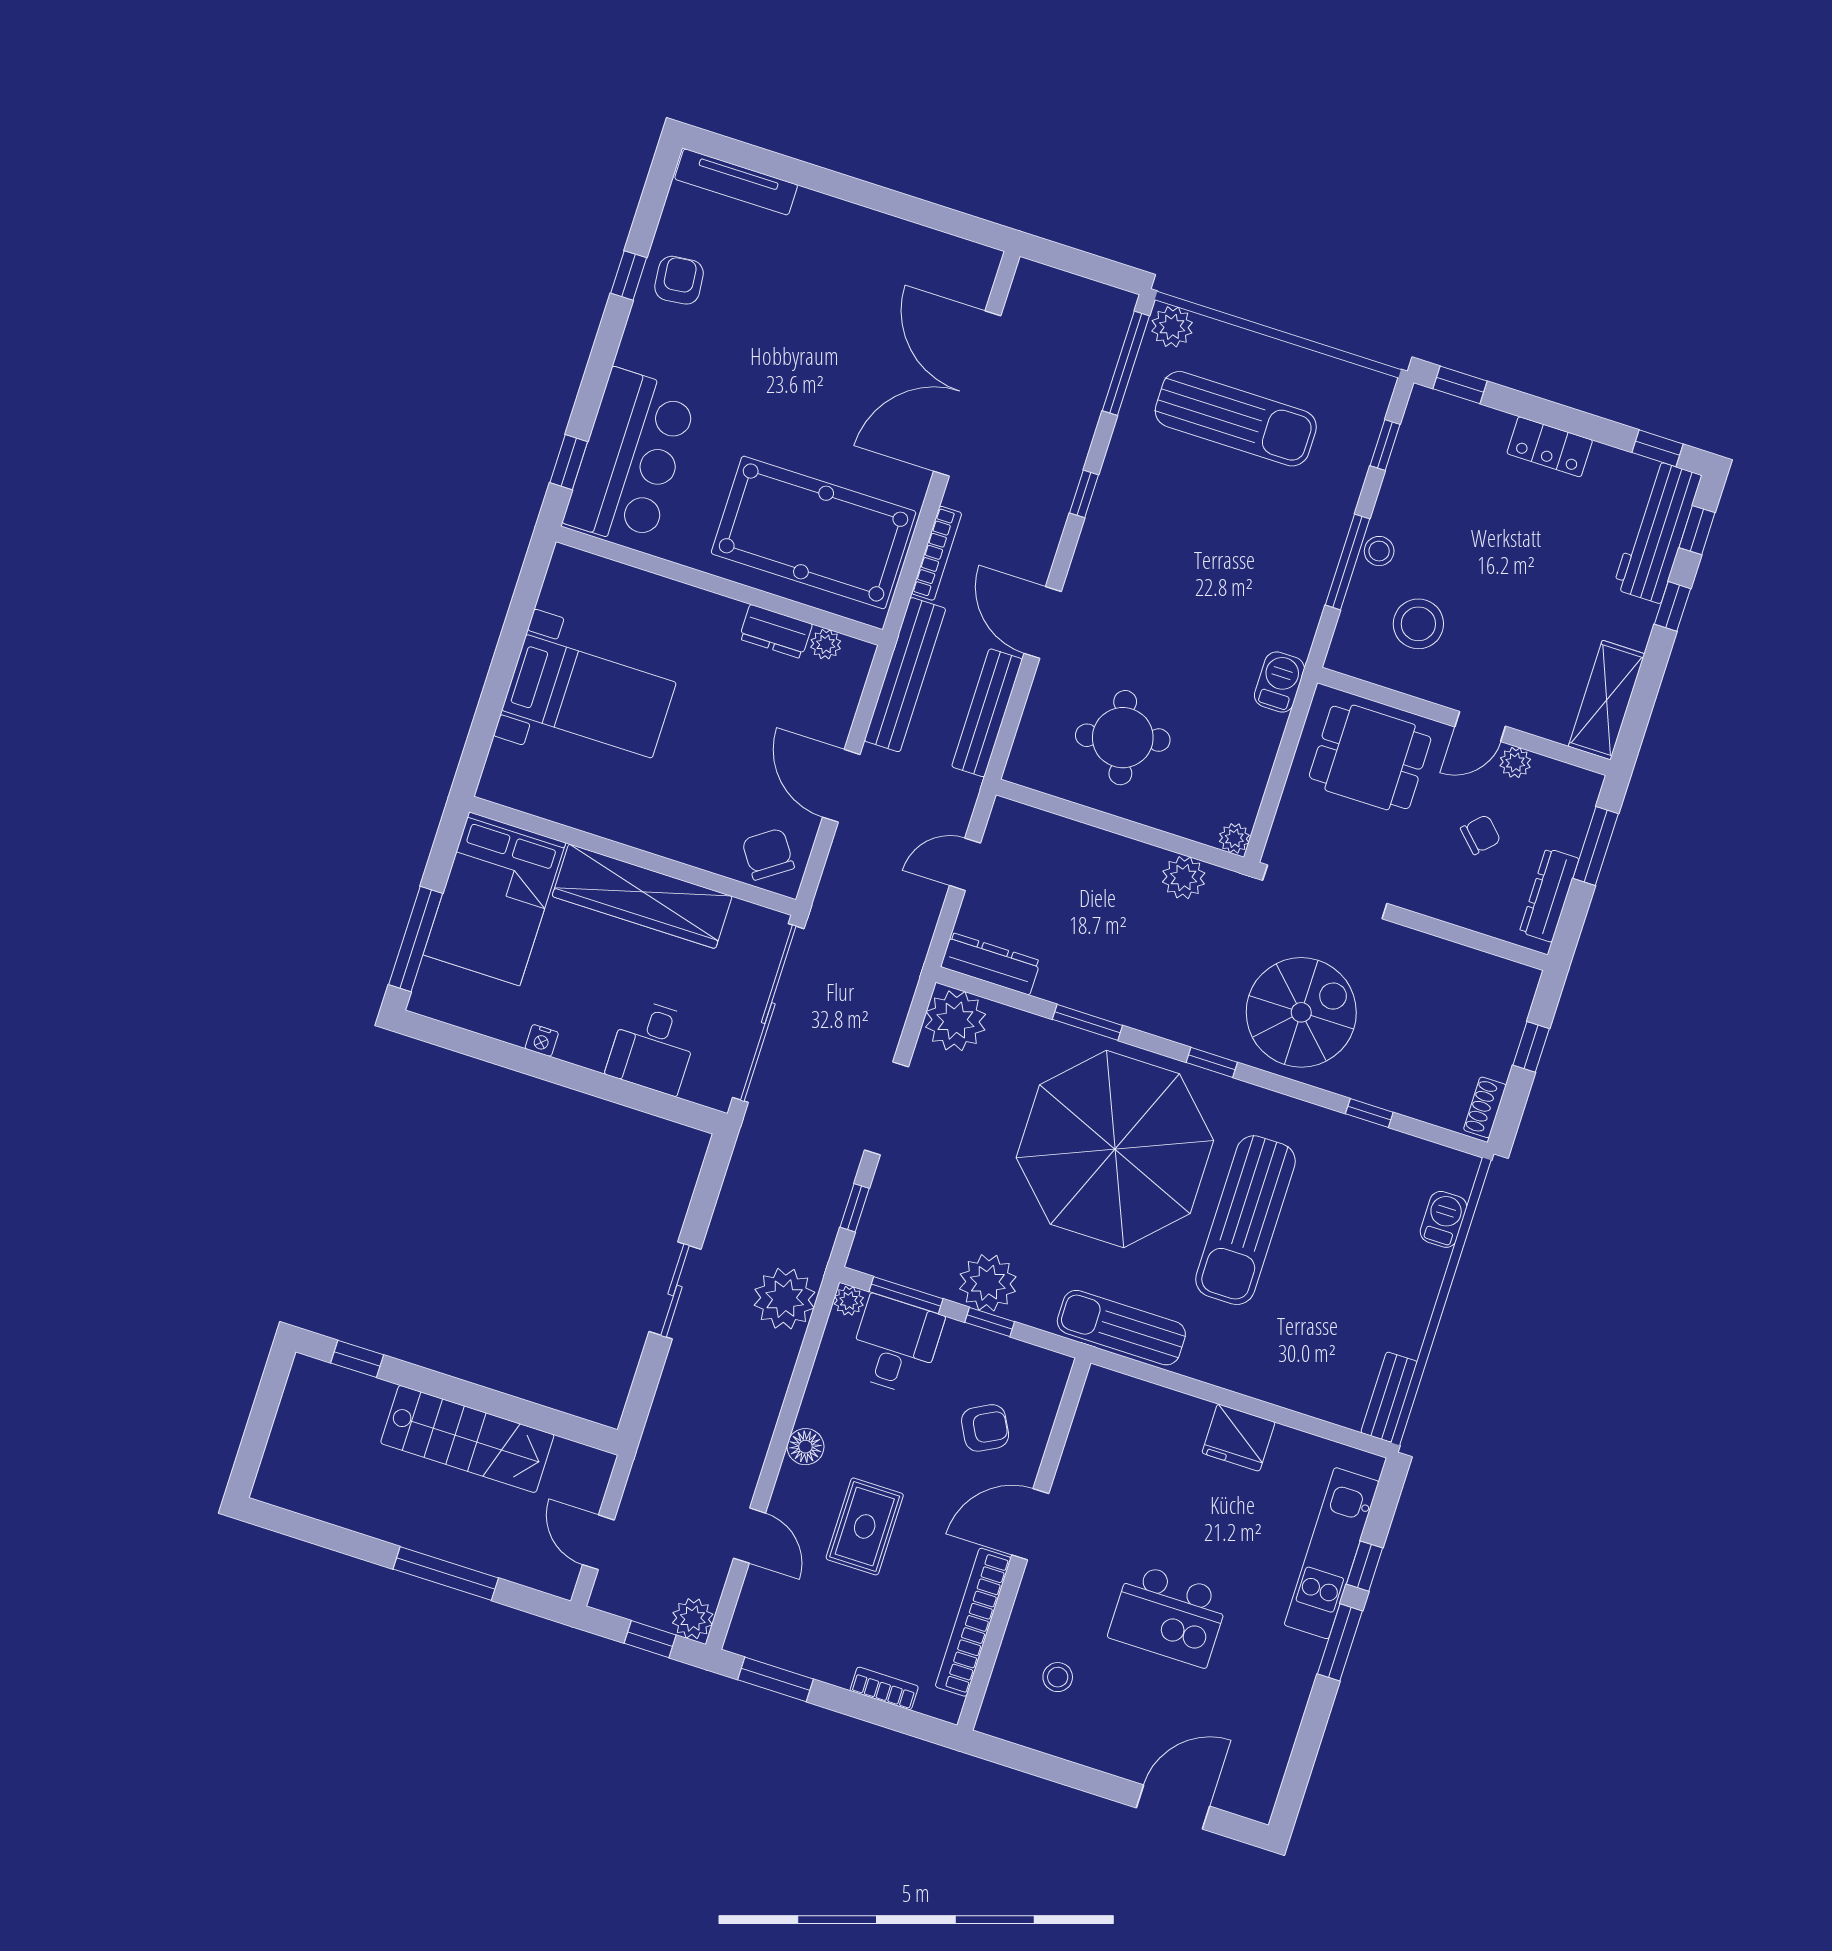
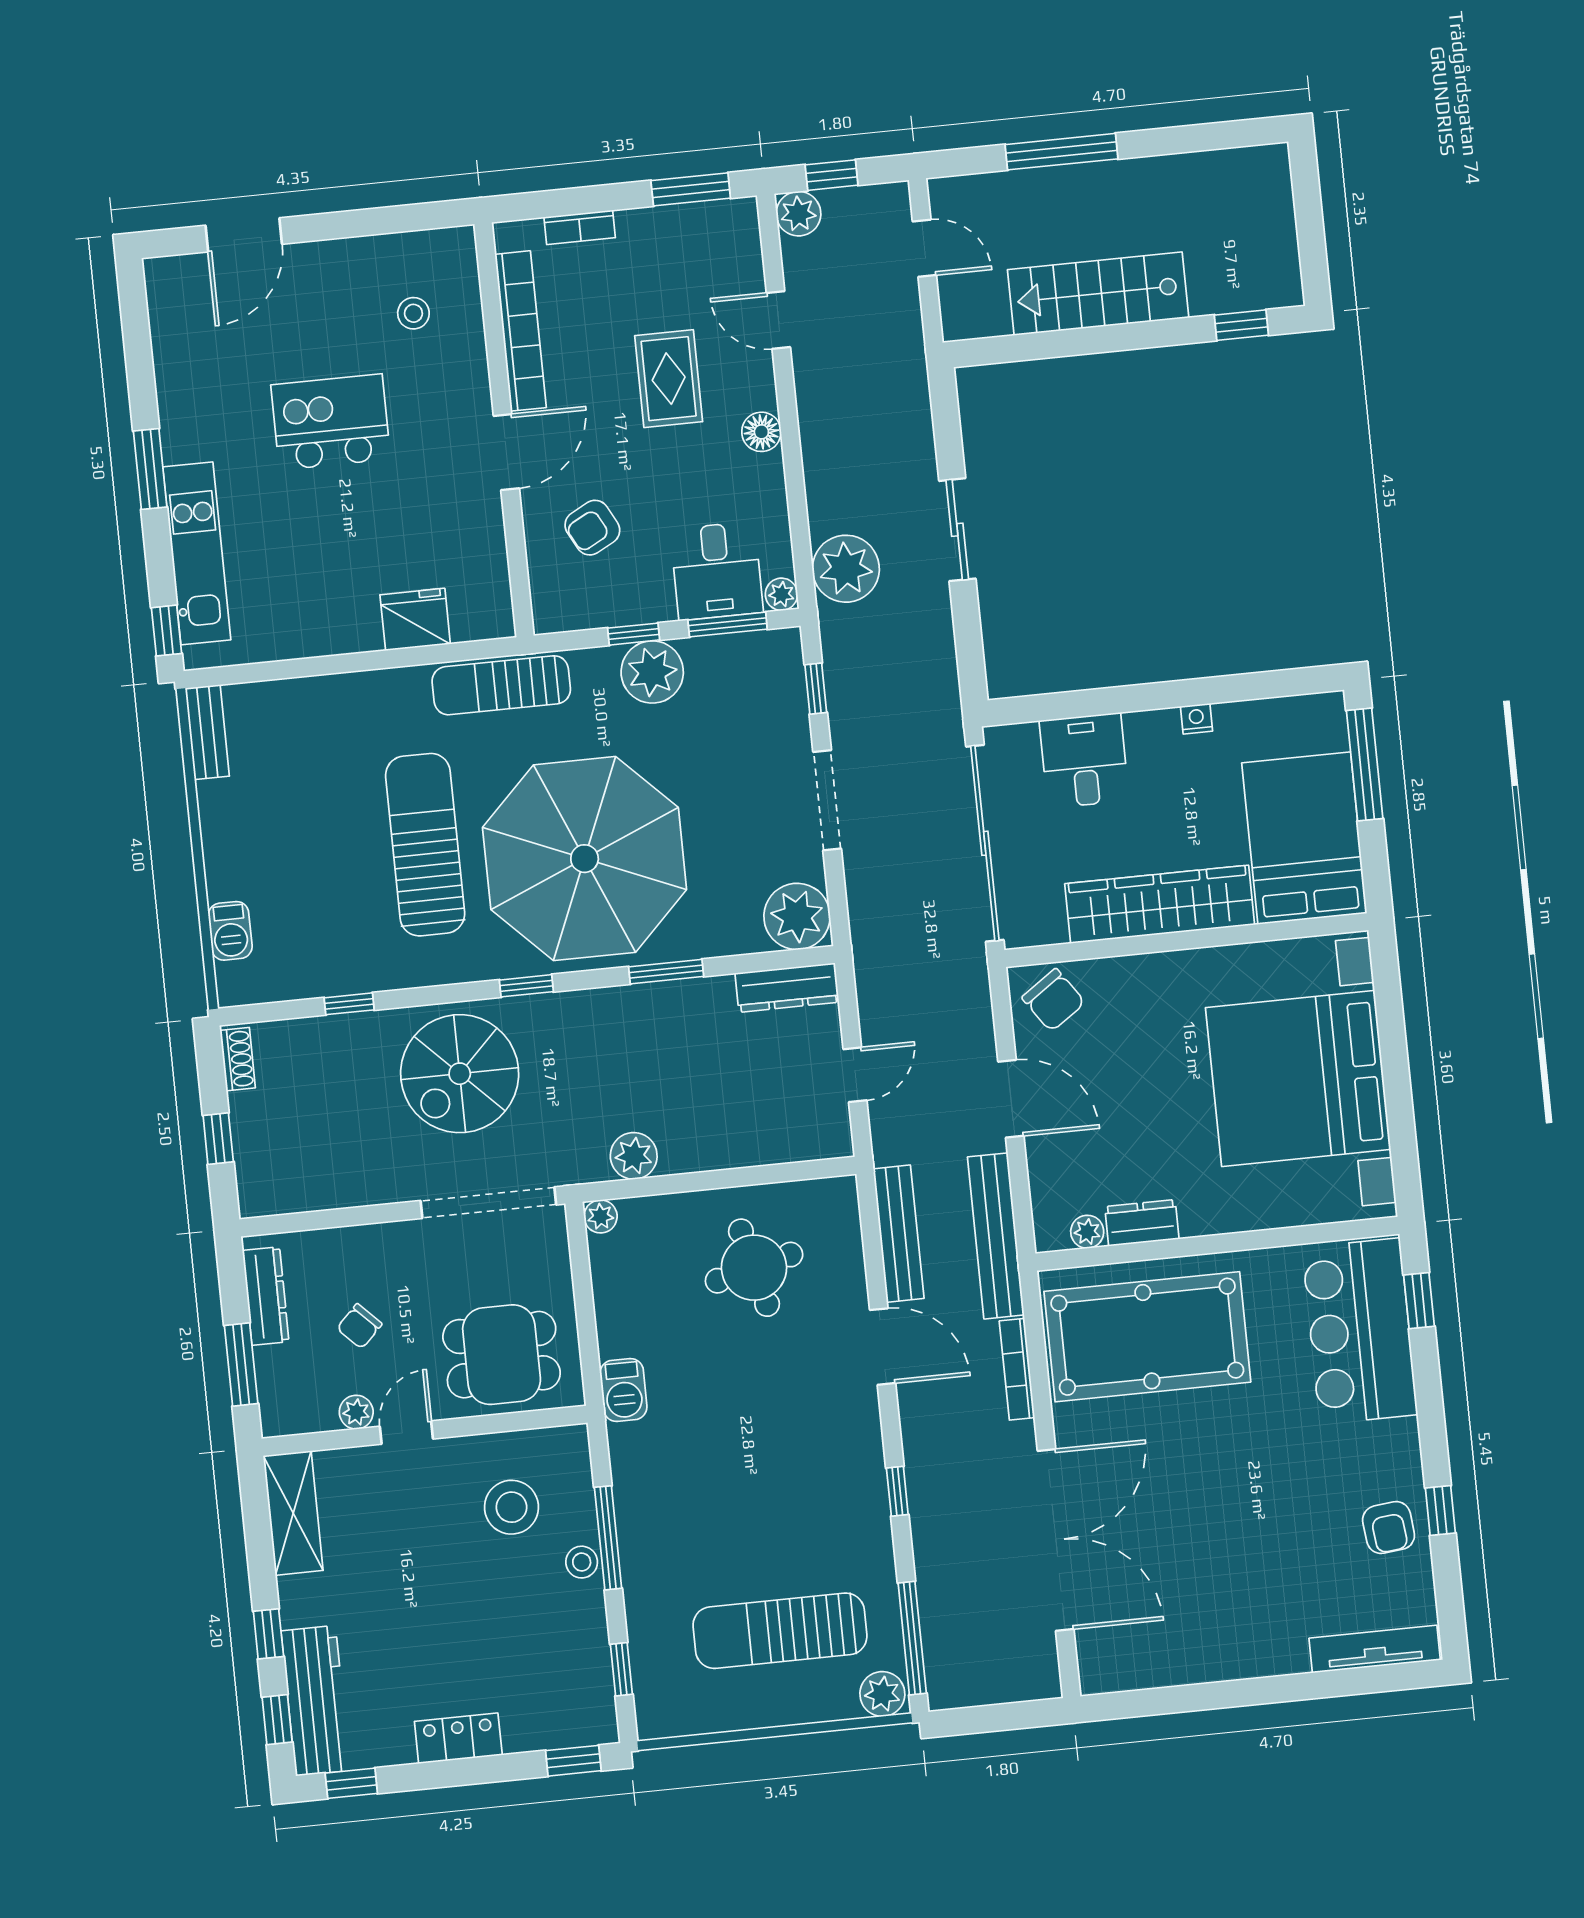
bed with nightstands: (589, 696) -> (1298, 1078), width x1.85
sun lounger: (1121, 1328) -> (501, 685), turned 180
fridge: (1238, 1438) -> (415, 619), moved
window: (1364, 1566) -> (167, 631), moved

